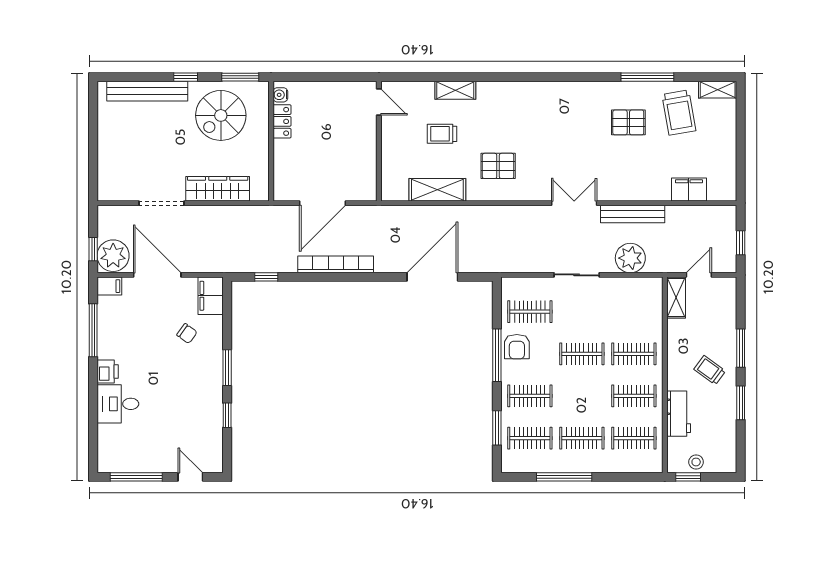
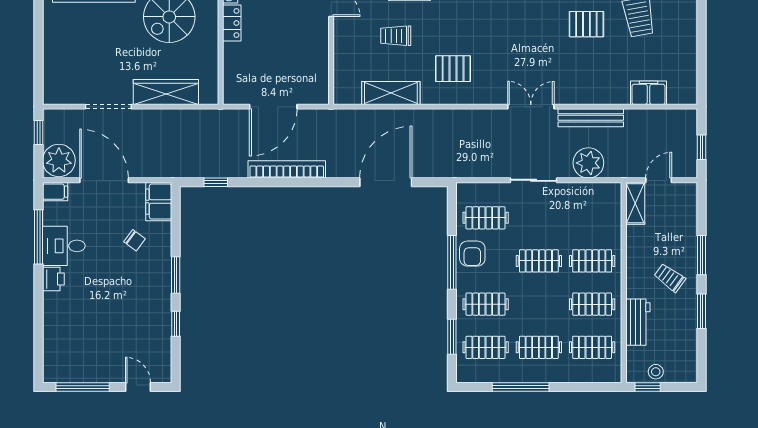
window: (93, 249) -> (38, 132), moved
desk: (118, 404) -> (64, 246), moved

